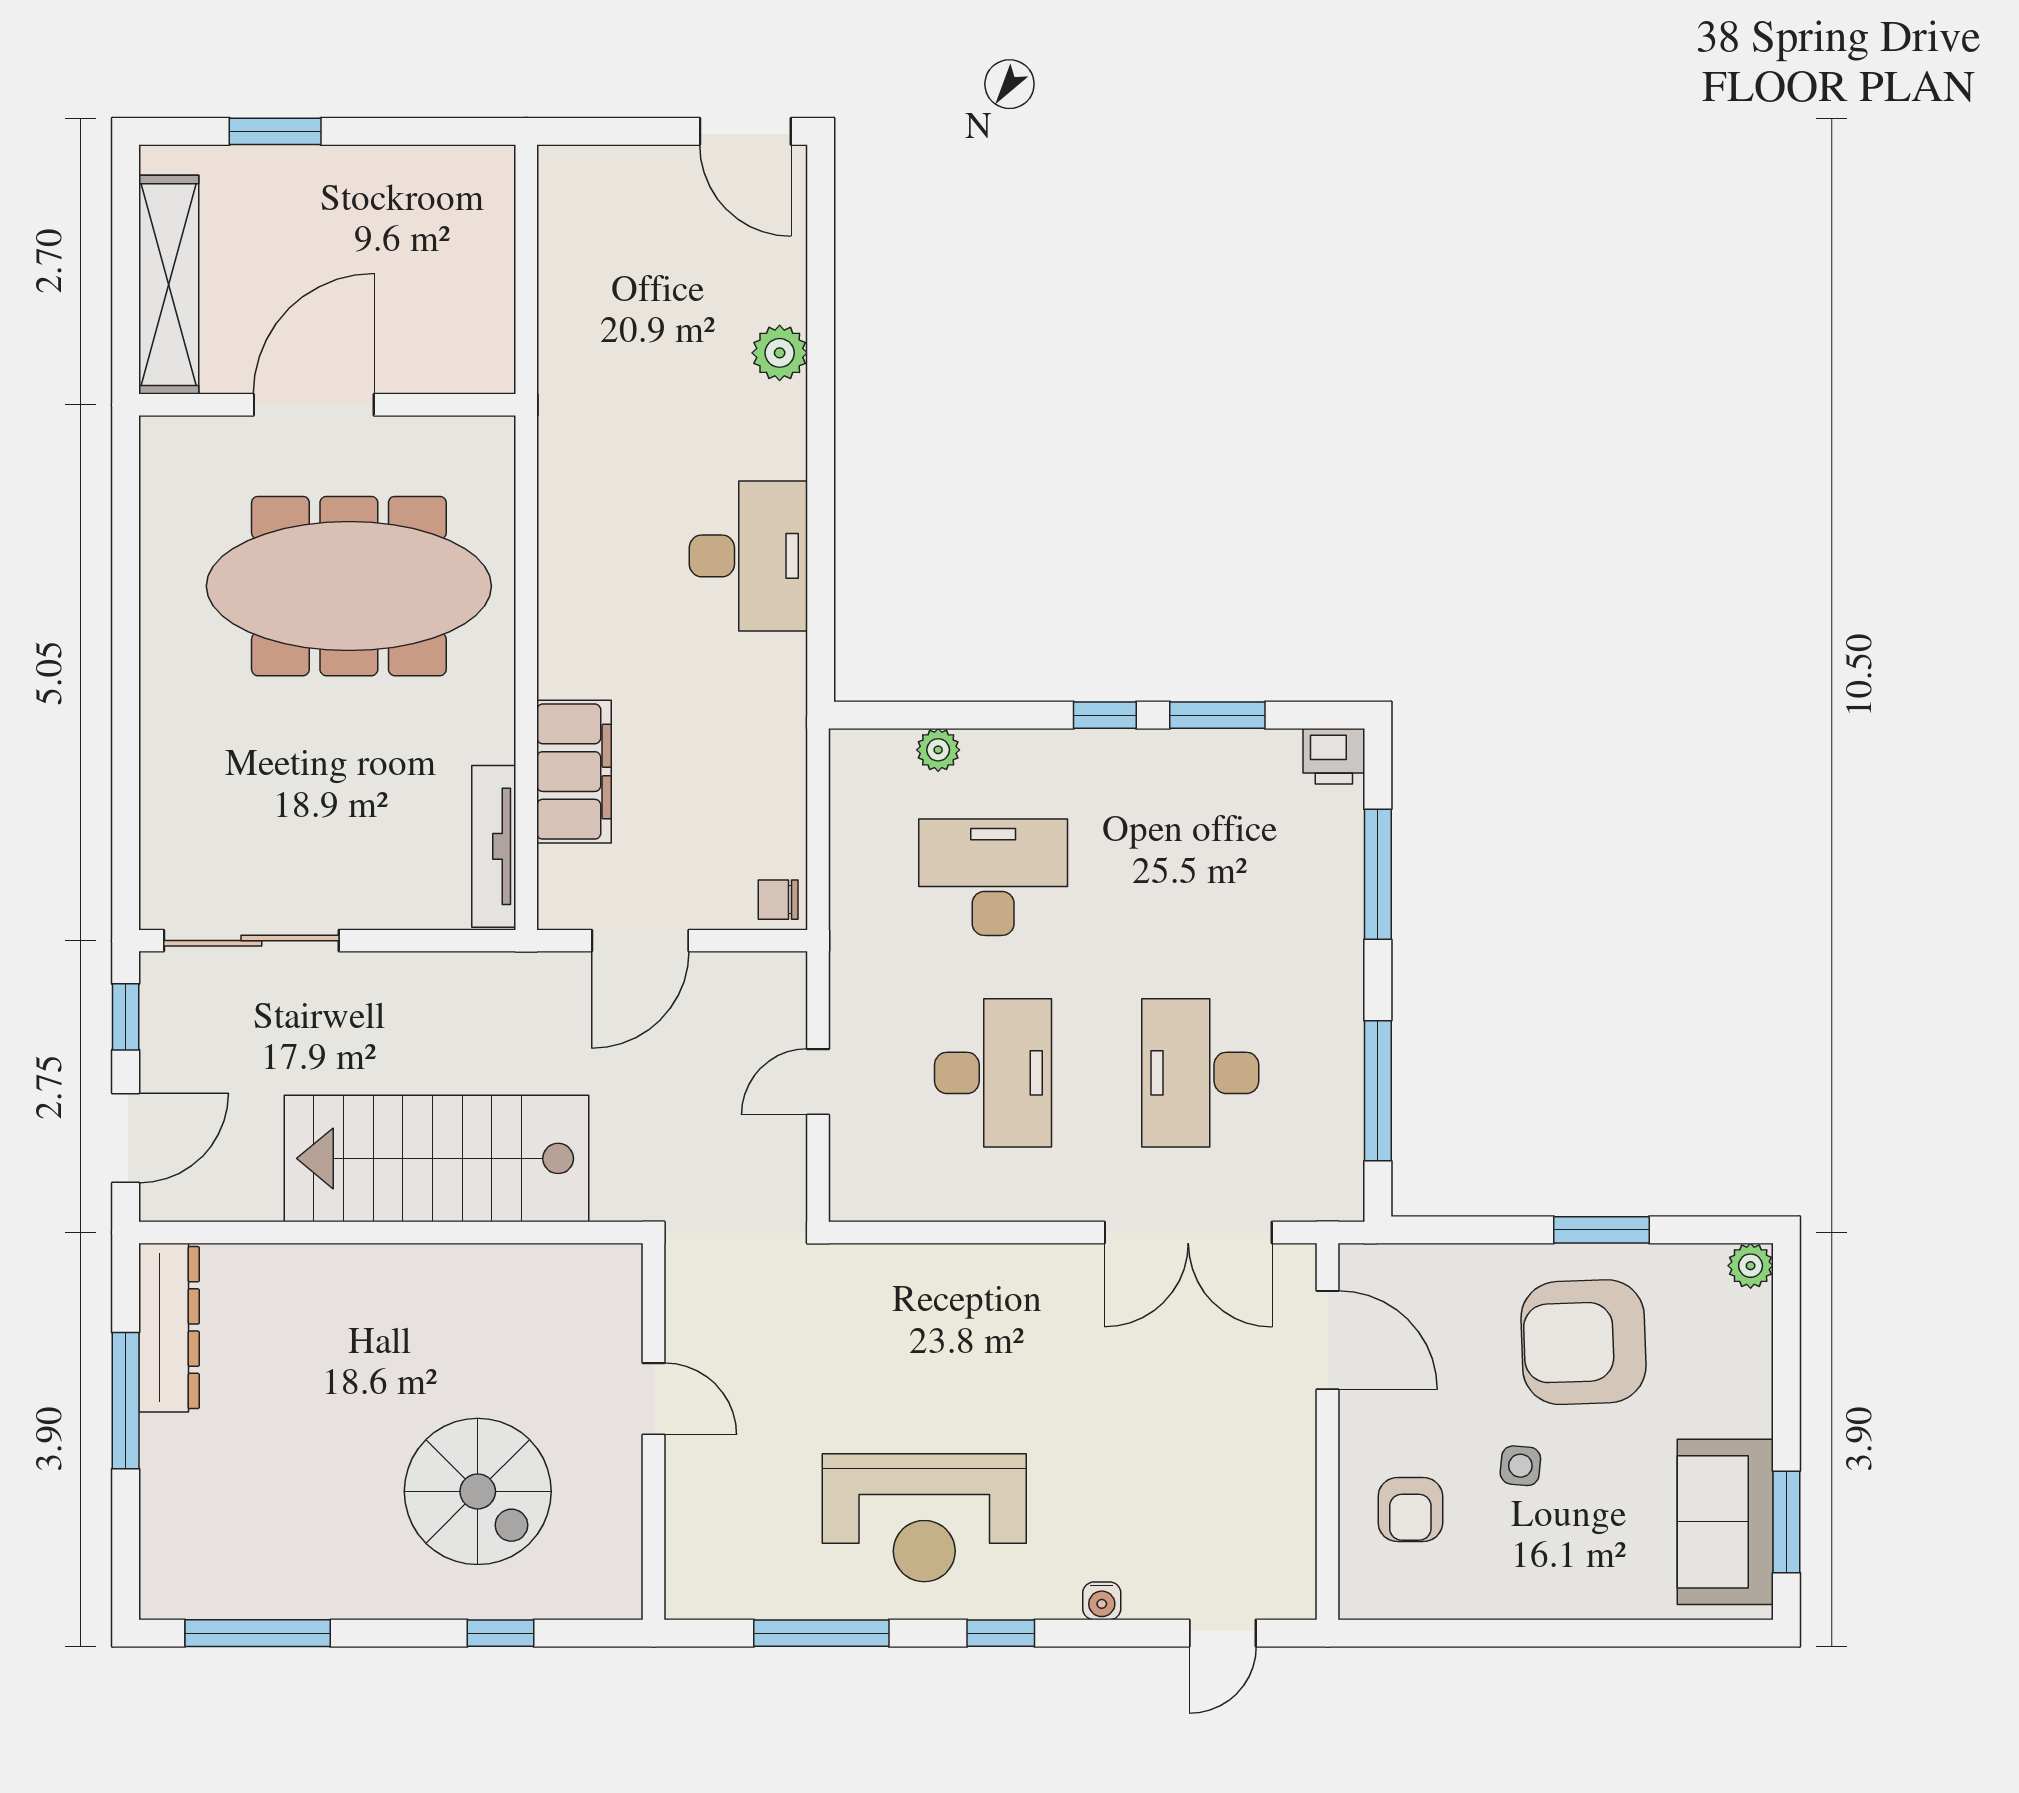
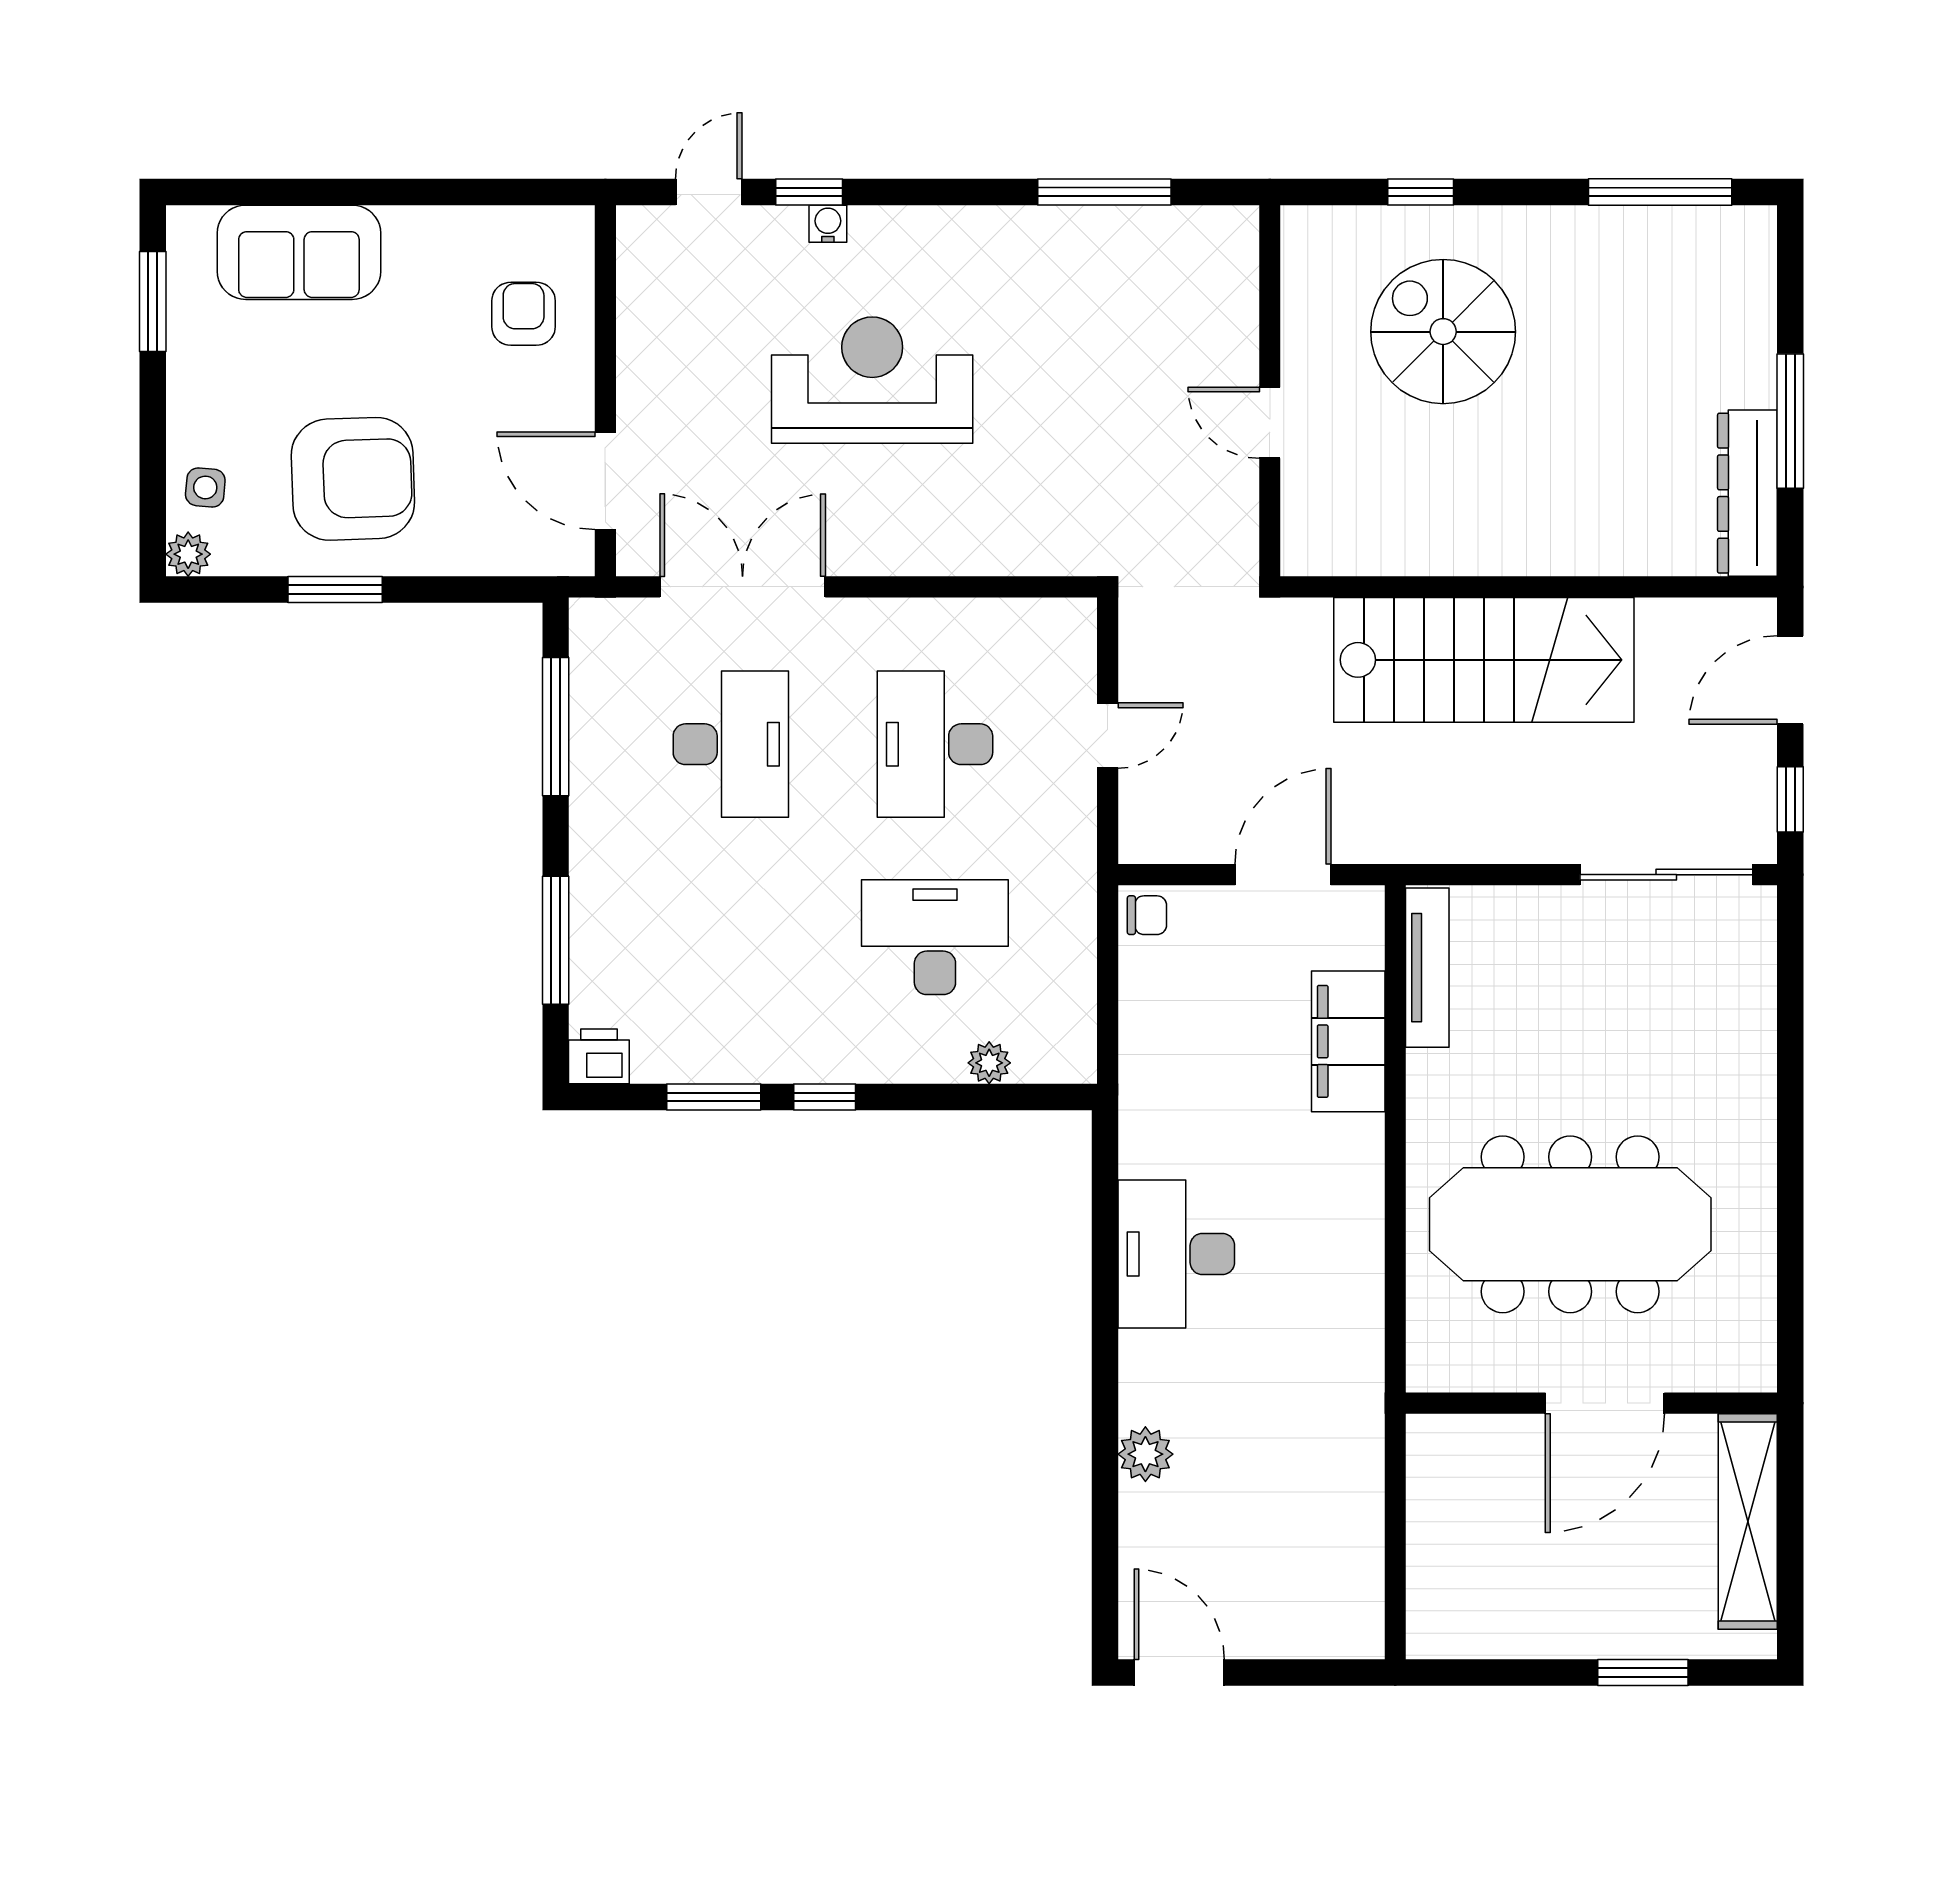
desk: (993, 877) -> (935, 937), turned 180
side table: (1520, 1466) -> (205, 487), moved
reception desk: (924, 1518) -> (872, 380), moved
sofa: (1725, 1522) -> (299, 252), moved, turned 90
window: (1001, 1633) -> (809, 192), moved

